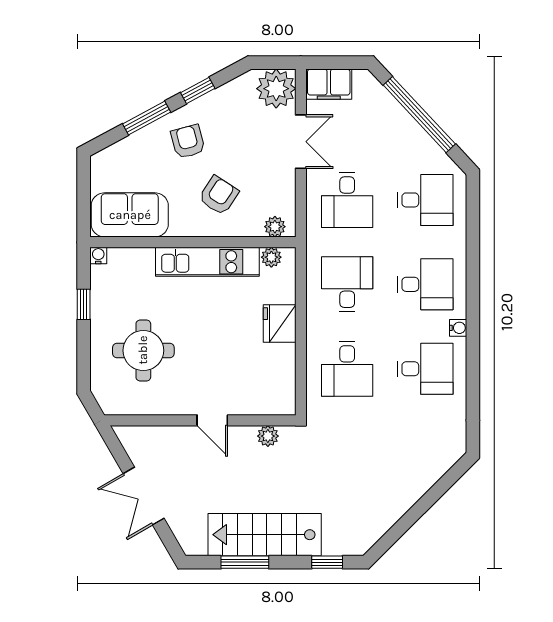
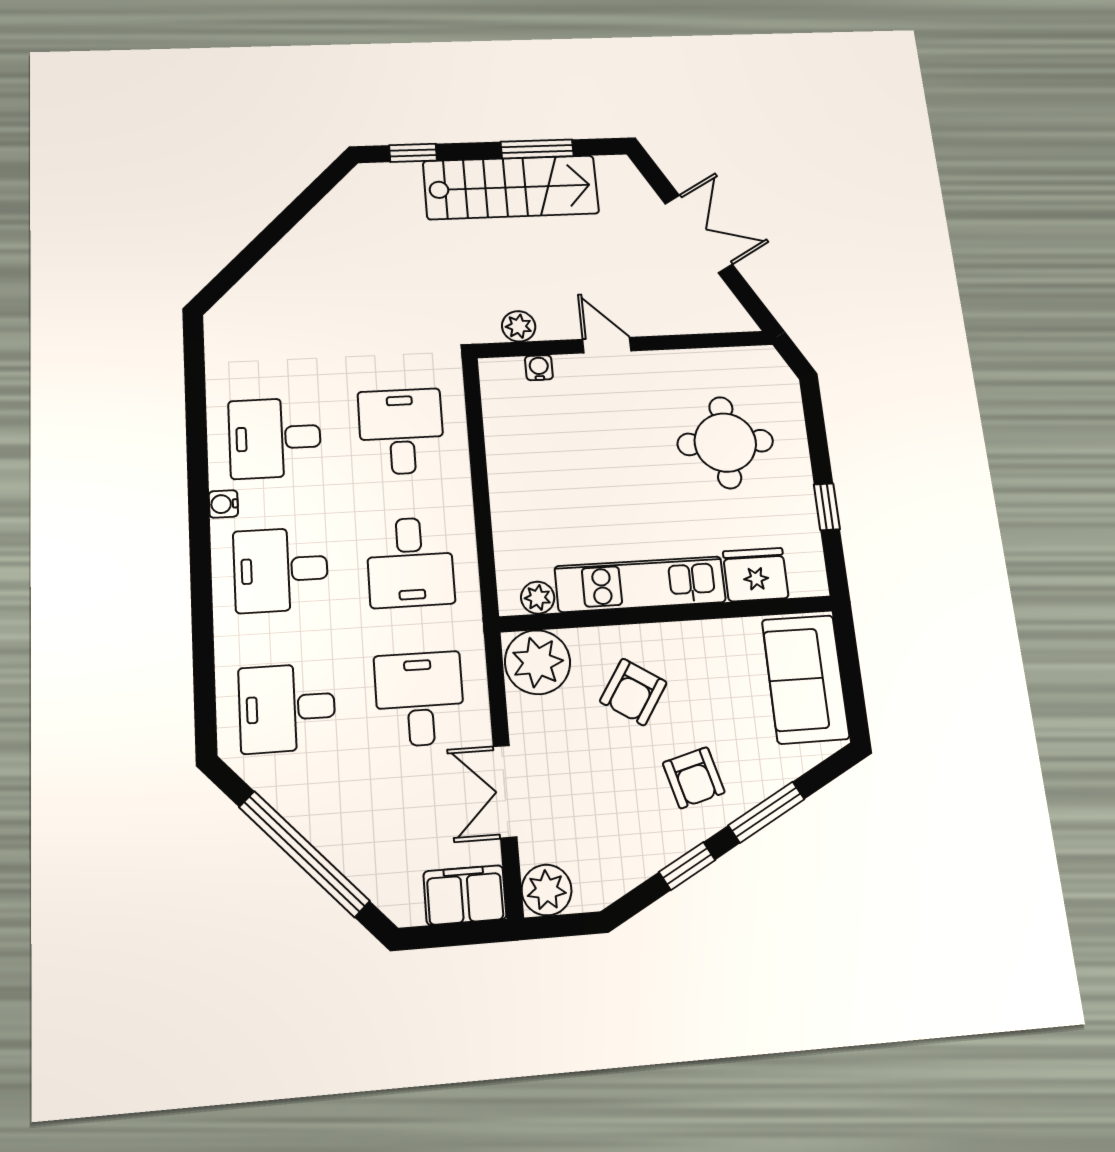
plant: (276, 89) -> (547, 890), width x0.73, depth x0.73
sofa: (130, 215) -> (805, 679), moved, turned 90
plant: (275, 227) -> (537, 662), width x1.88, depth x1.88
water cooler: (98, 255) -> (539, 368), moved, turned 180
fridge: (280, 323) -> (756, 575), moved, turned -90

